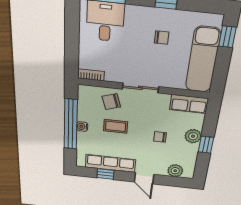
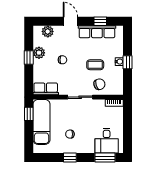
window: (227, 37) -> (29, 114), moved
window: (71, 124) -> (128, 62), width x0.32
plant: (193, 136) -> (39, 53), moved

